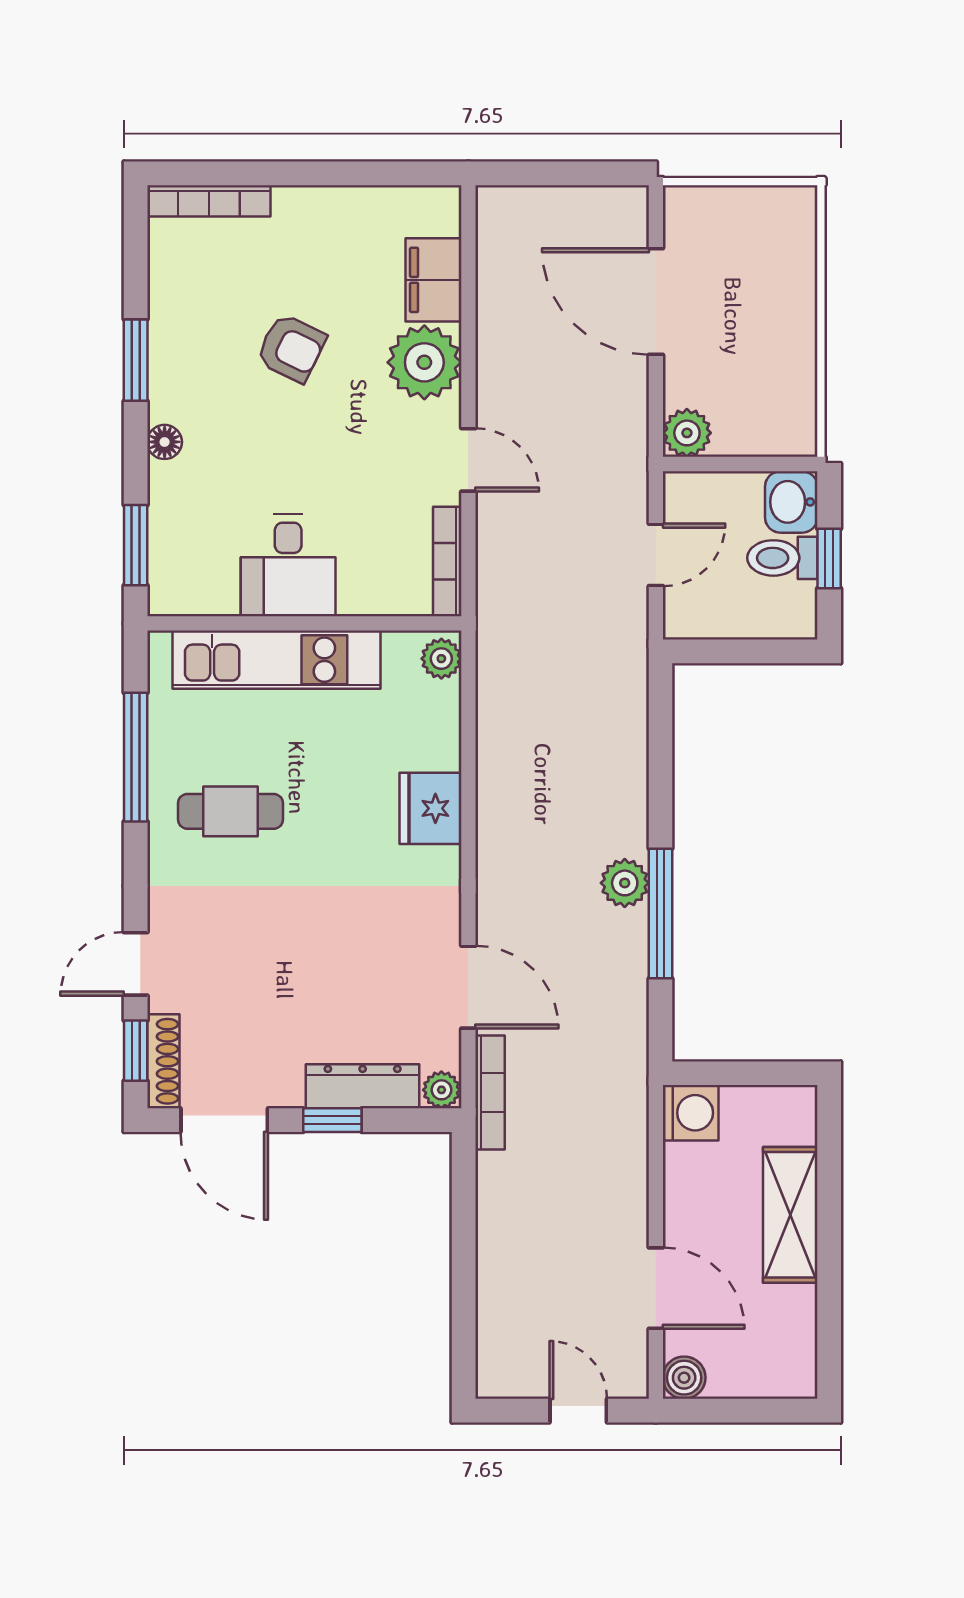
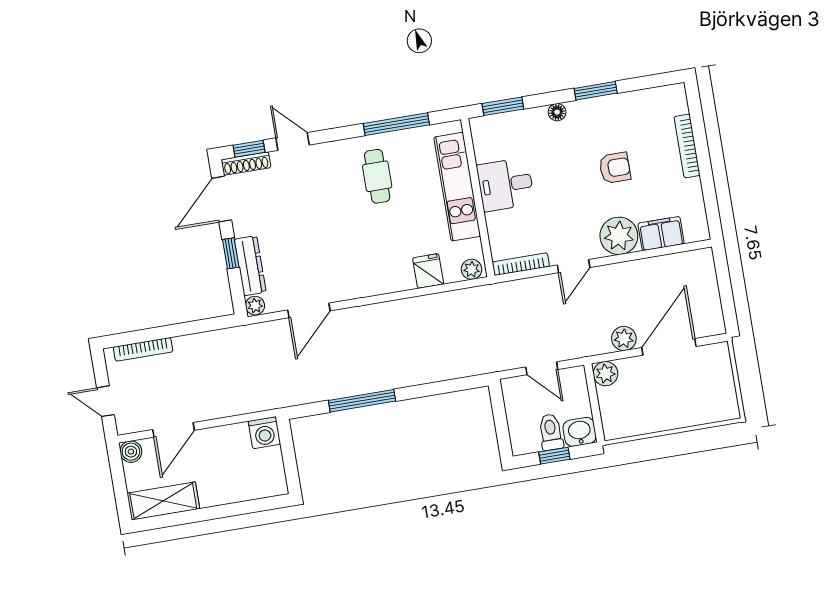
bookcase: (209, 201) -> (687, 146), moved
armchair: (291, 348) -> (615, 168), turned -116
fridge: (431, 808) -> (428, 271), moved, width x0.72
plant: (625, 883) -> (624, 338), moved
bookcase: (490, 1092) -> (143, 349), moved
shelving: (790, 1215) -> (163, 501), moved
door: (578, 1411) -> (105, 401), swing flipped

